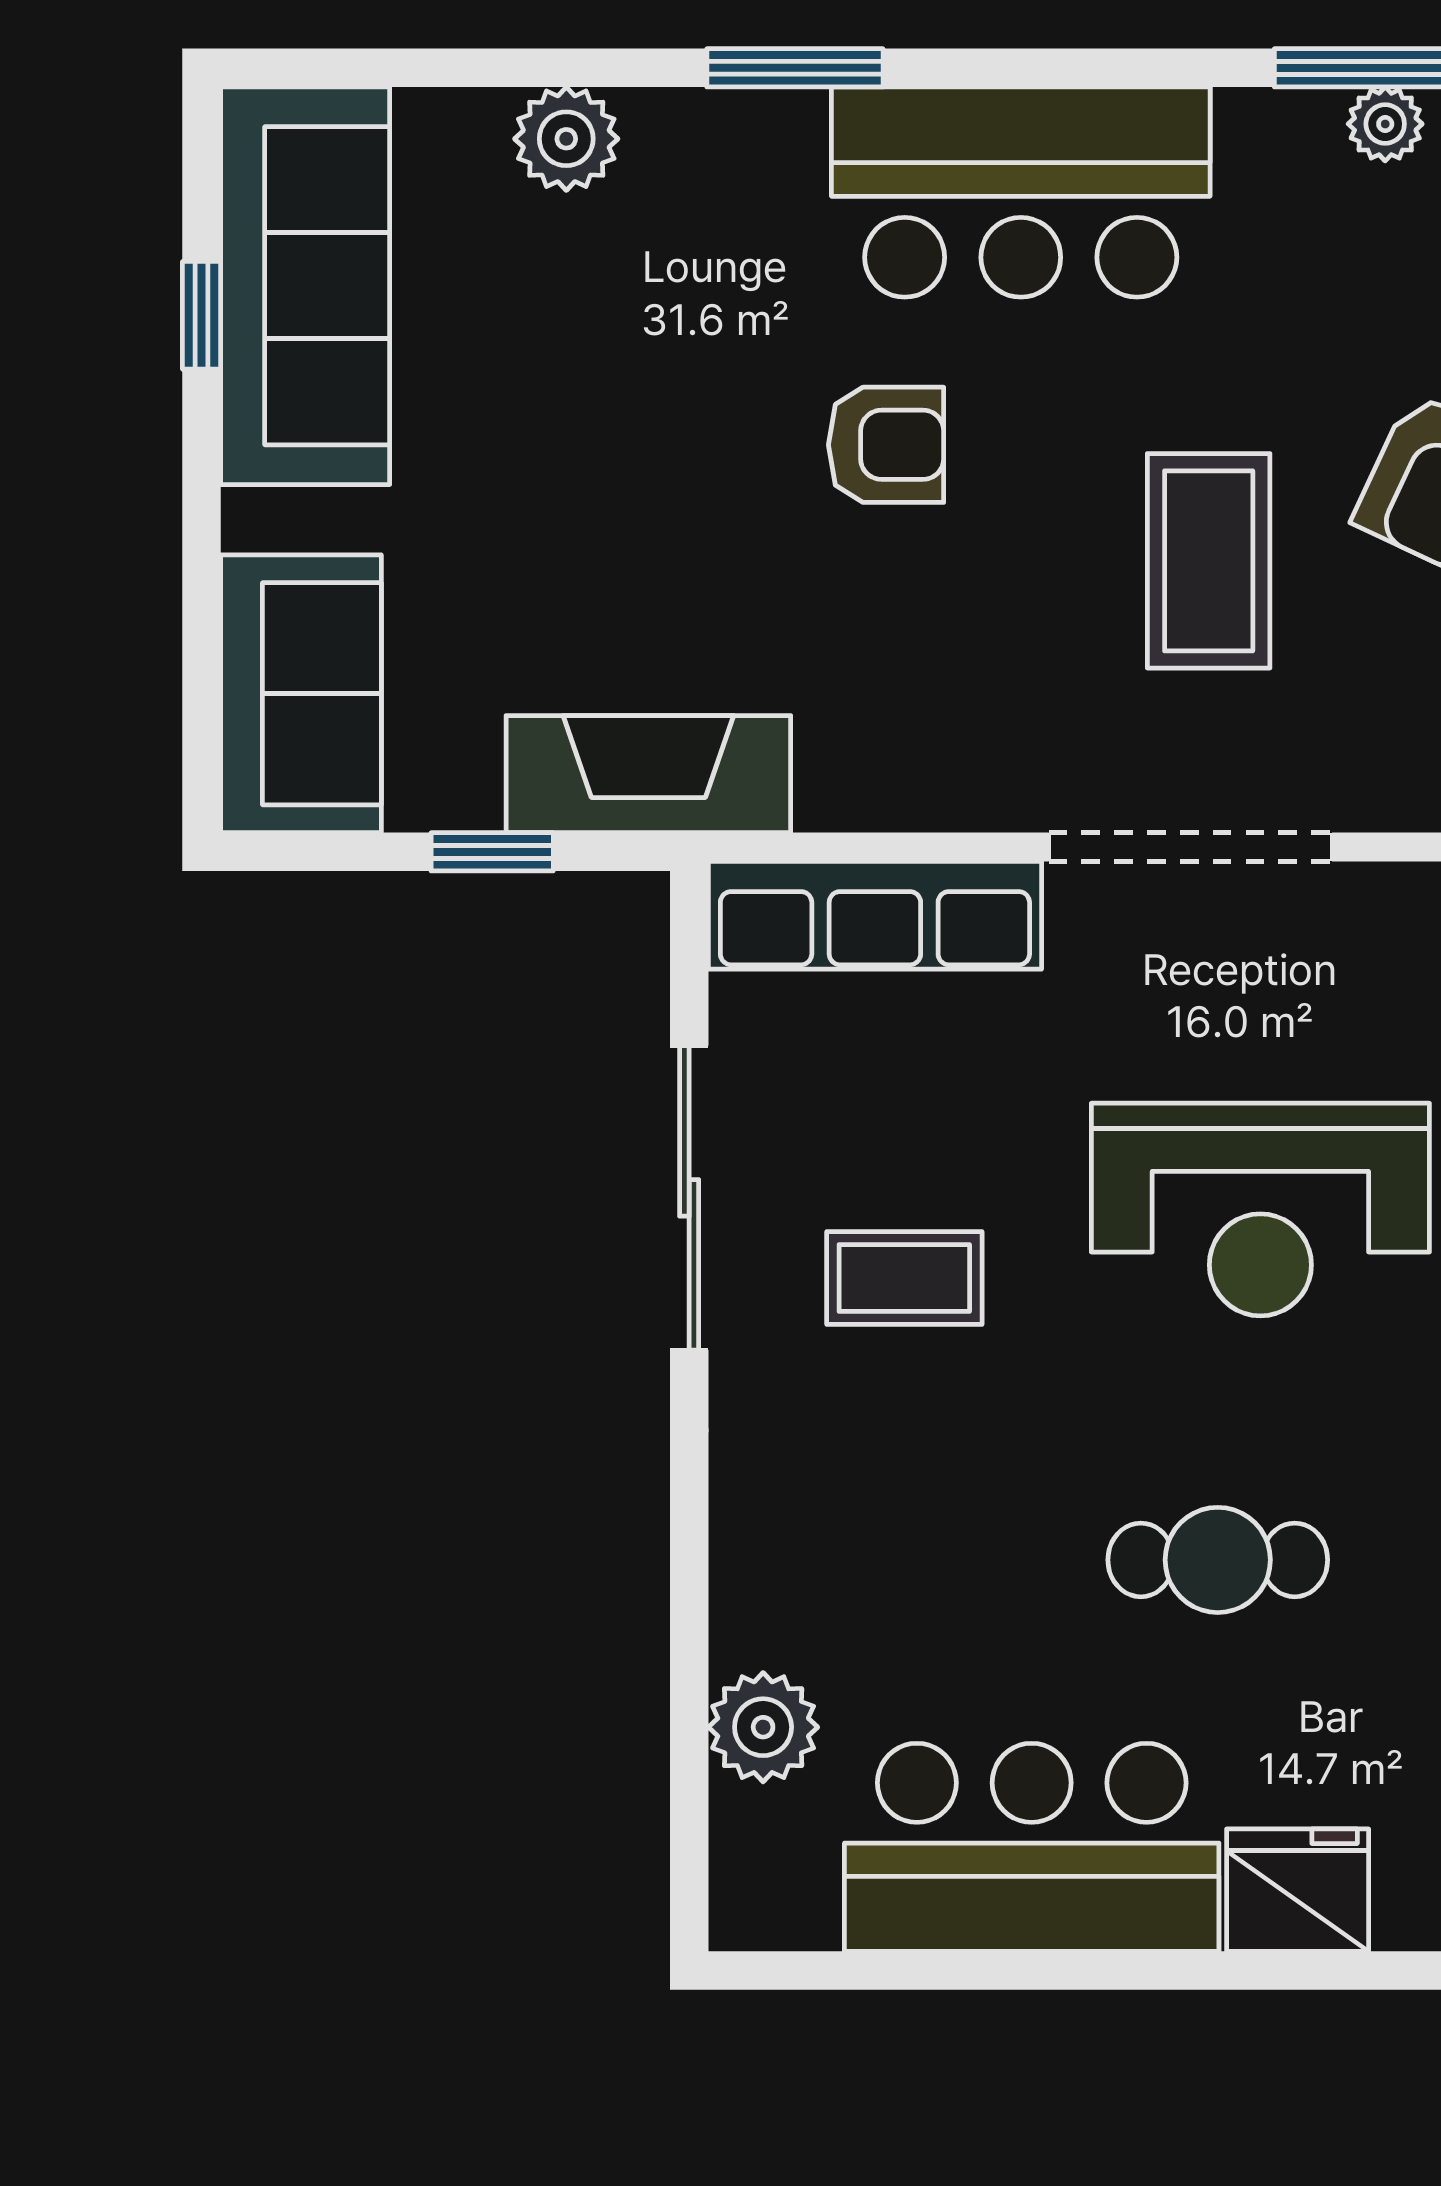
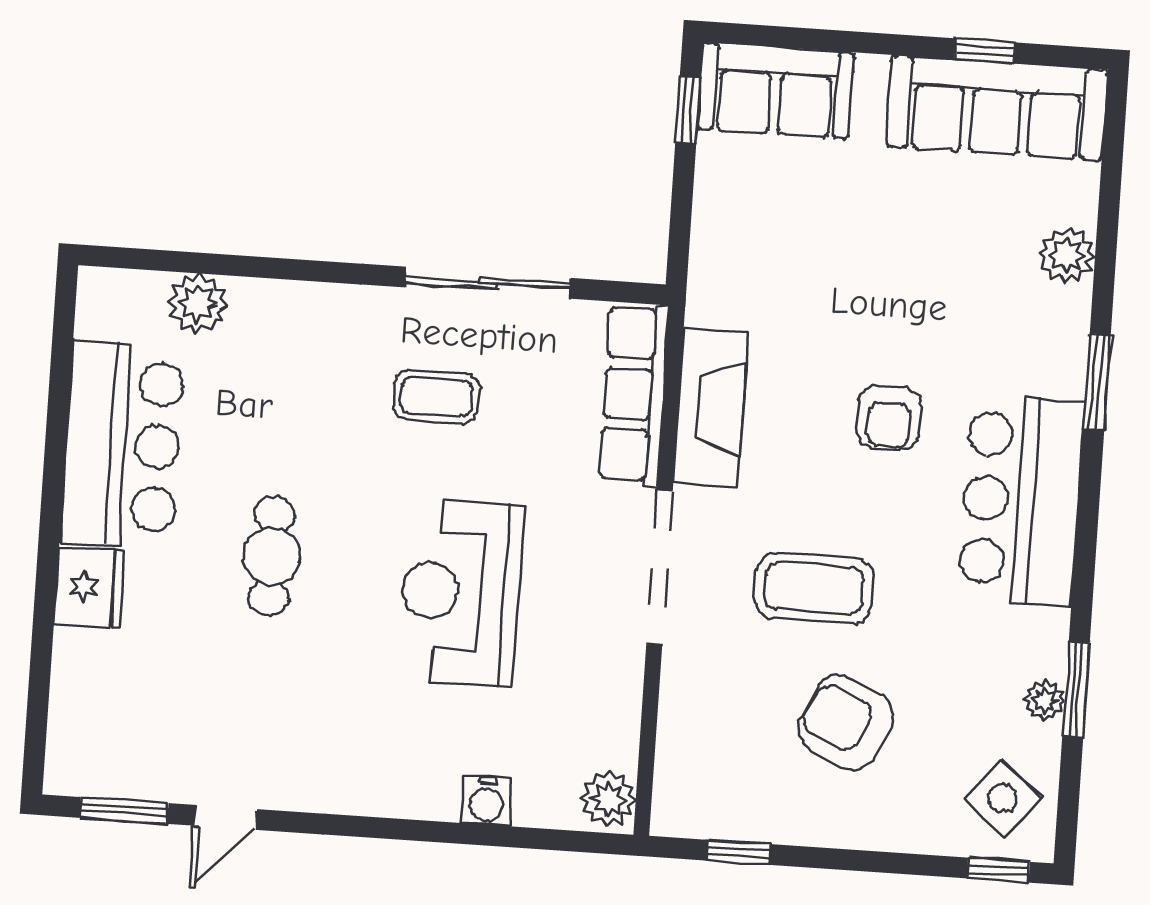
fireplace: (648, 774) -> (710, 408), moved
window: (492, 852) -> (688, 110), moved
coffee table: (904, 1278) -> (436, 397), turned 90

